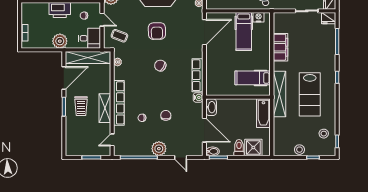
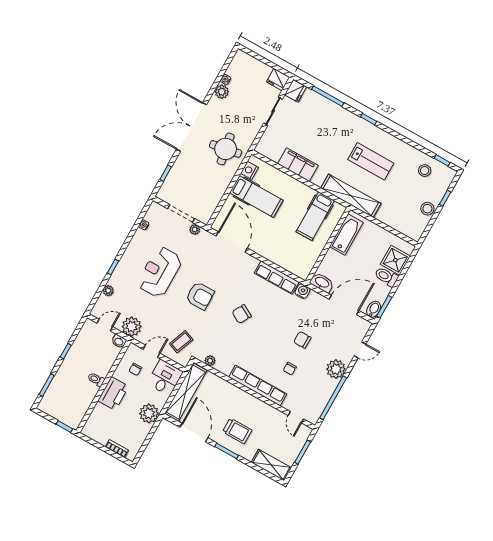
lab bench: (310, 94) -> (371, 161), width x0.73, depth x0.72
shelving: (105, 108) -> (271, 465), moved
bathtub: (263, 113) -> (346, 234), moved, turned -90

